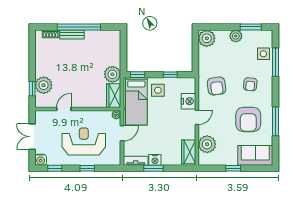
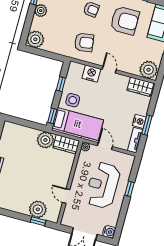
plant: (207, 144) -> (149, 70), moved
window: (55, 168) -> (121, 220), removed

